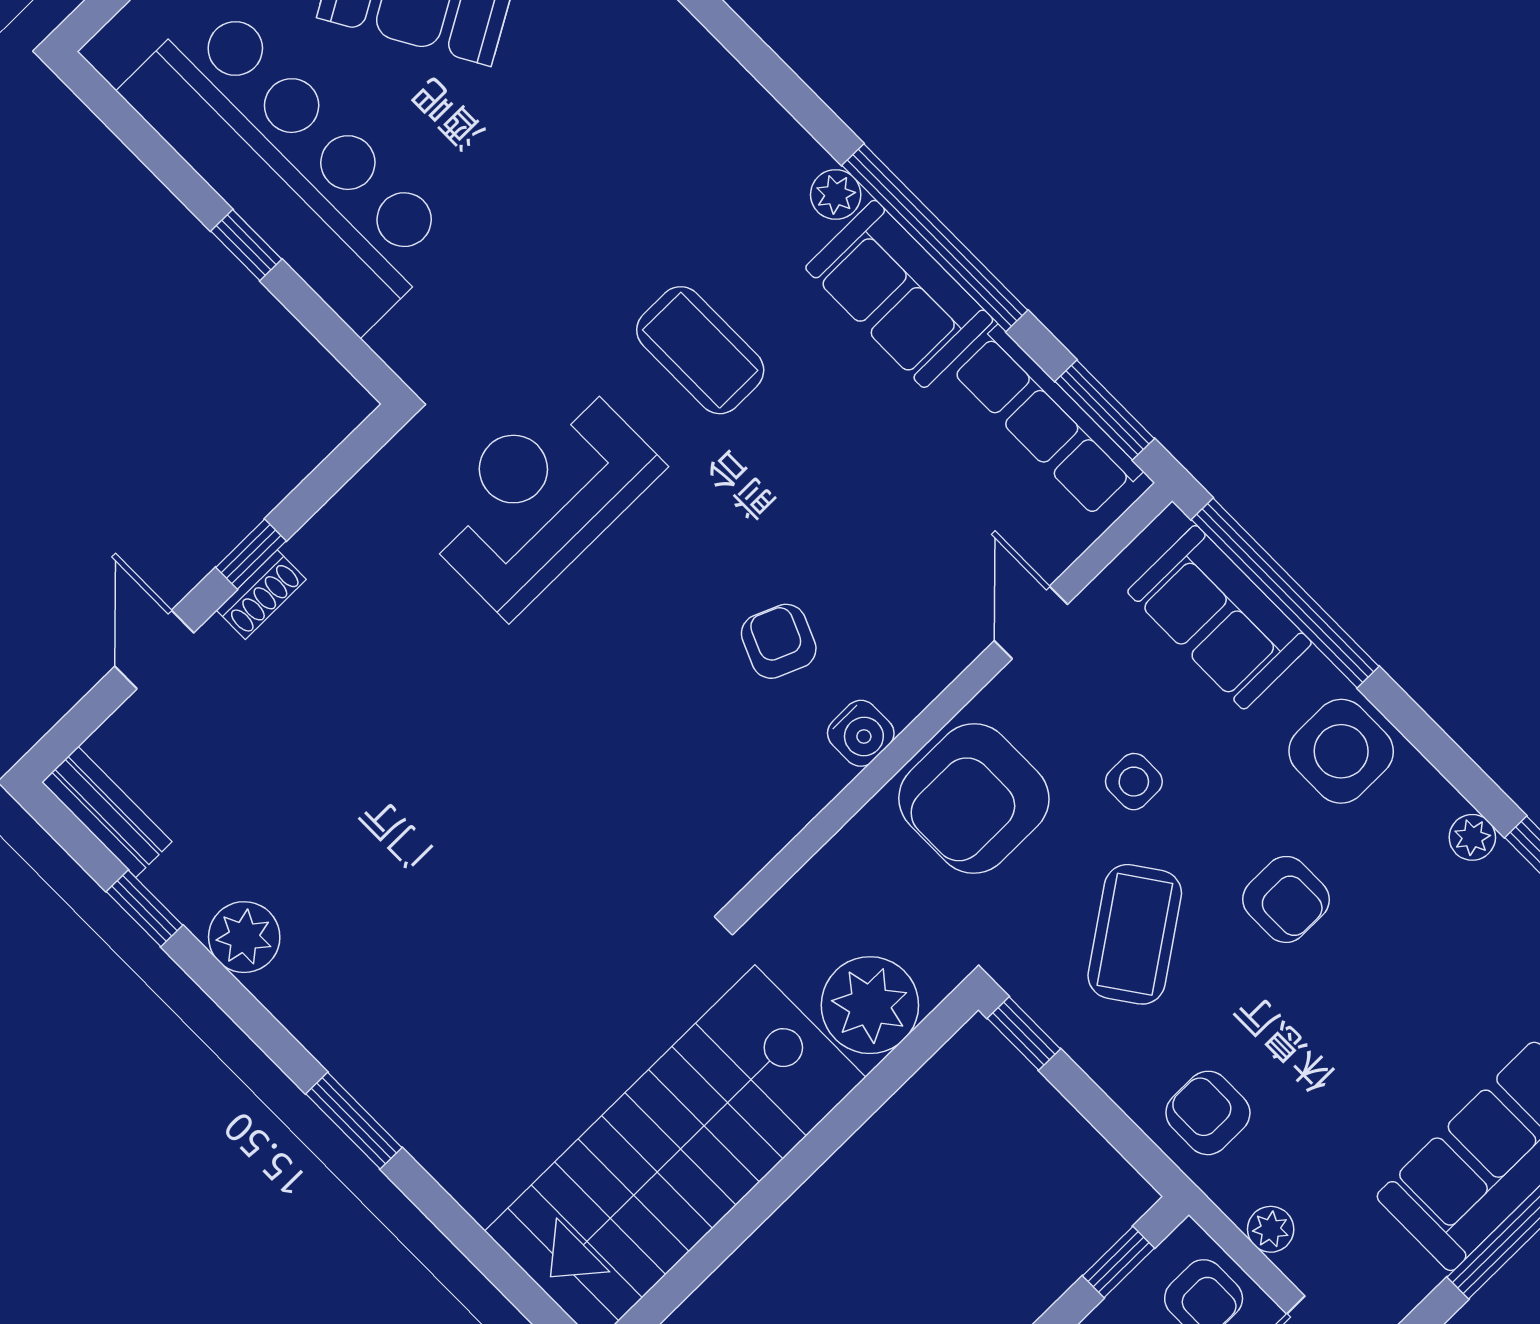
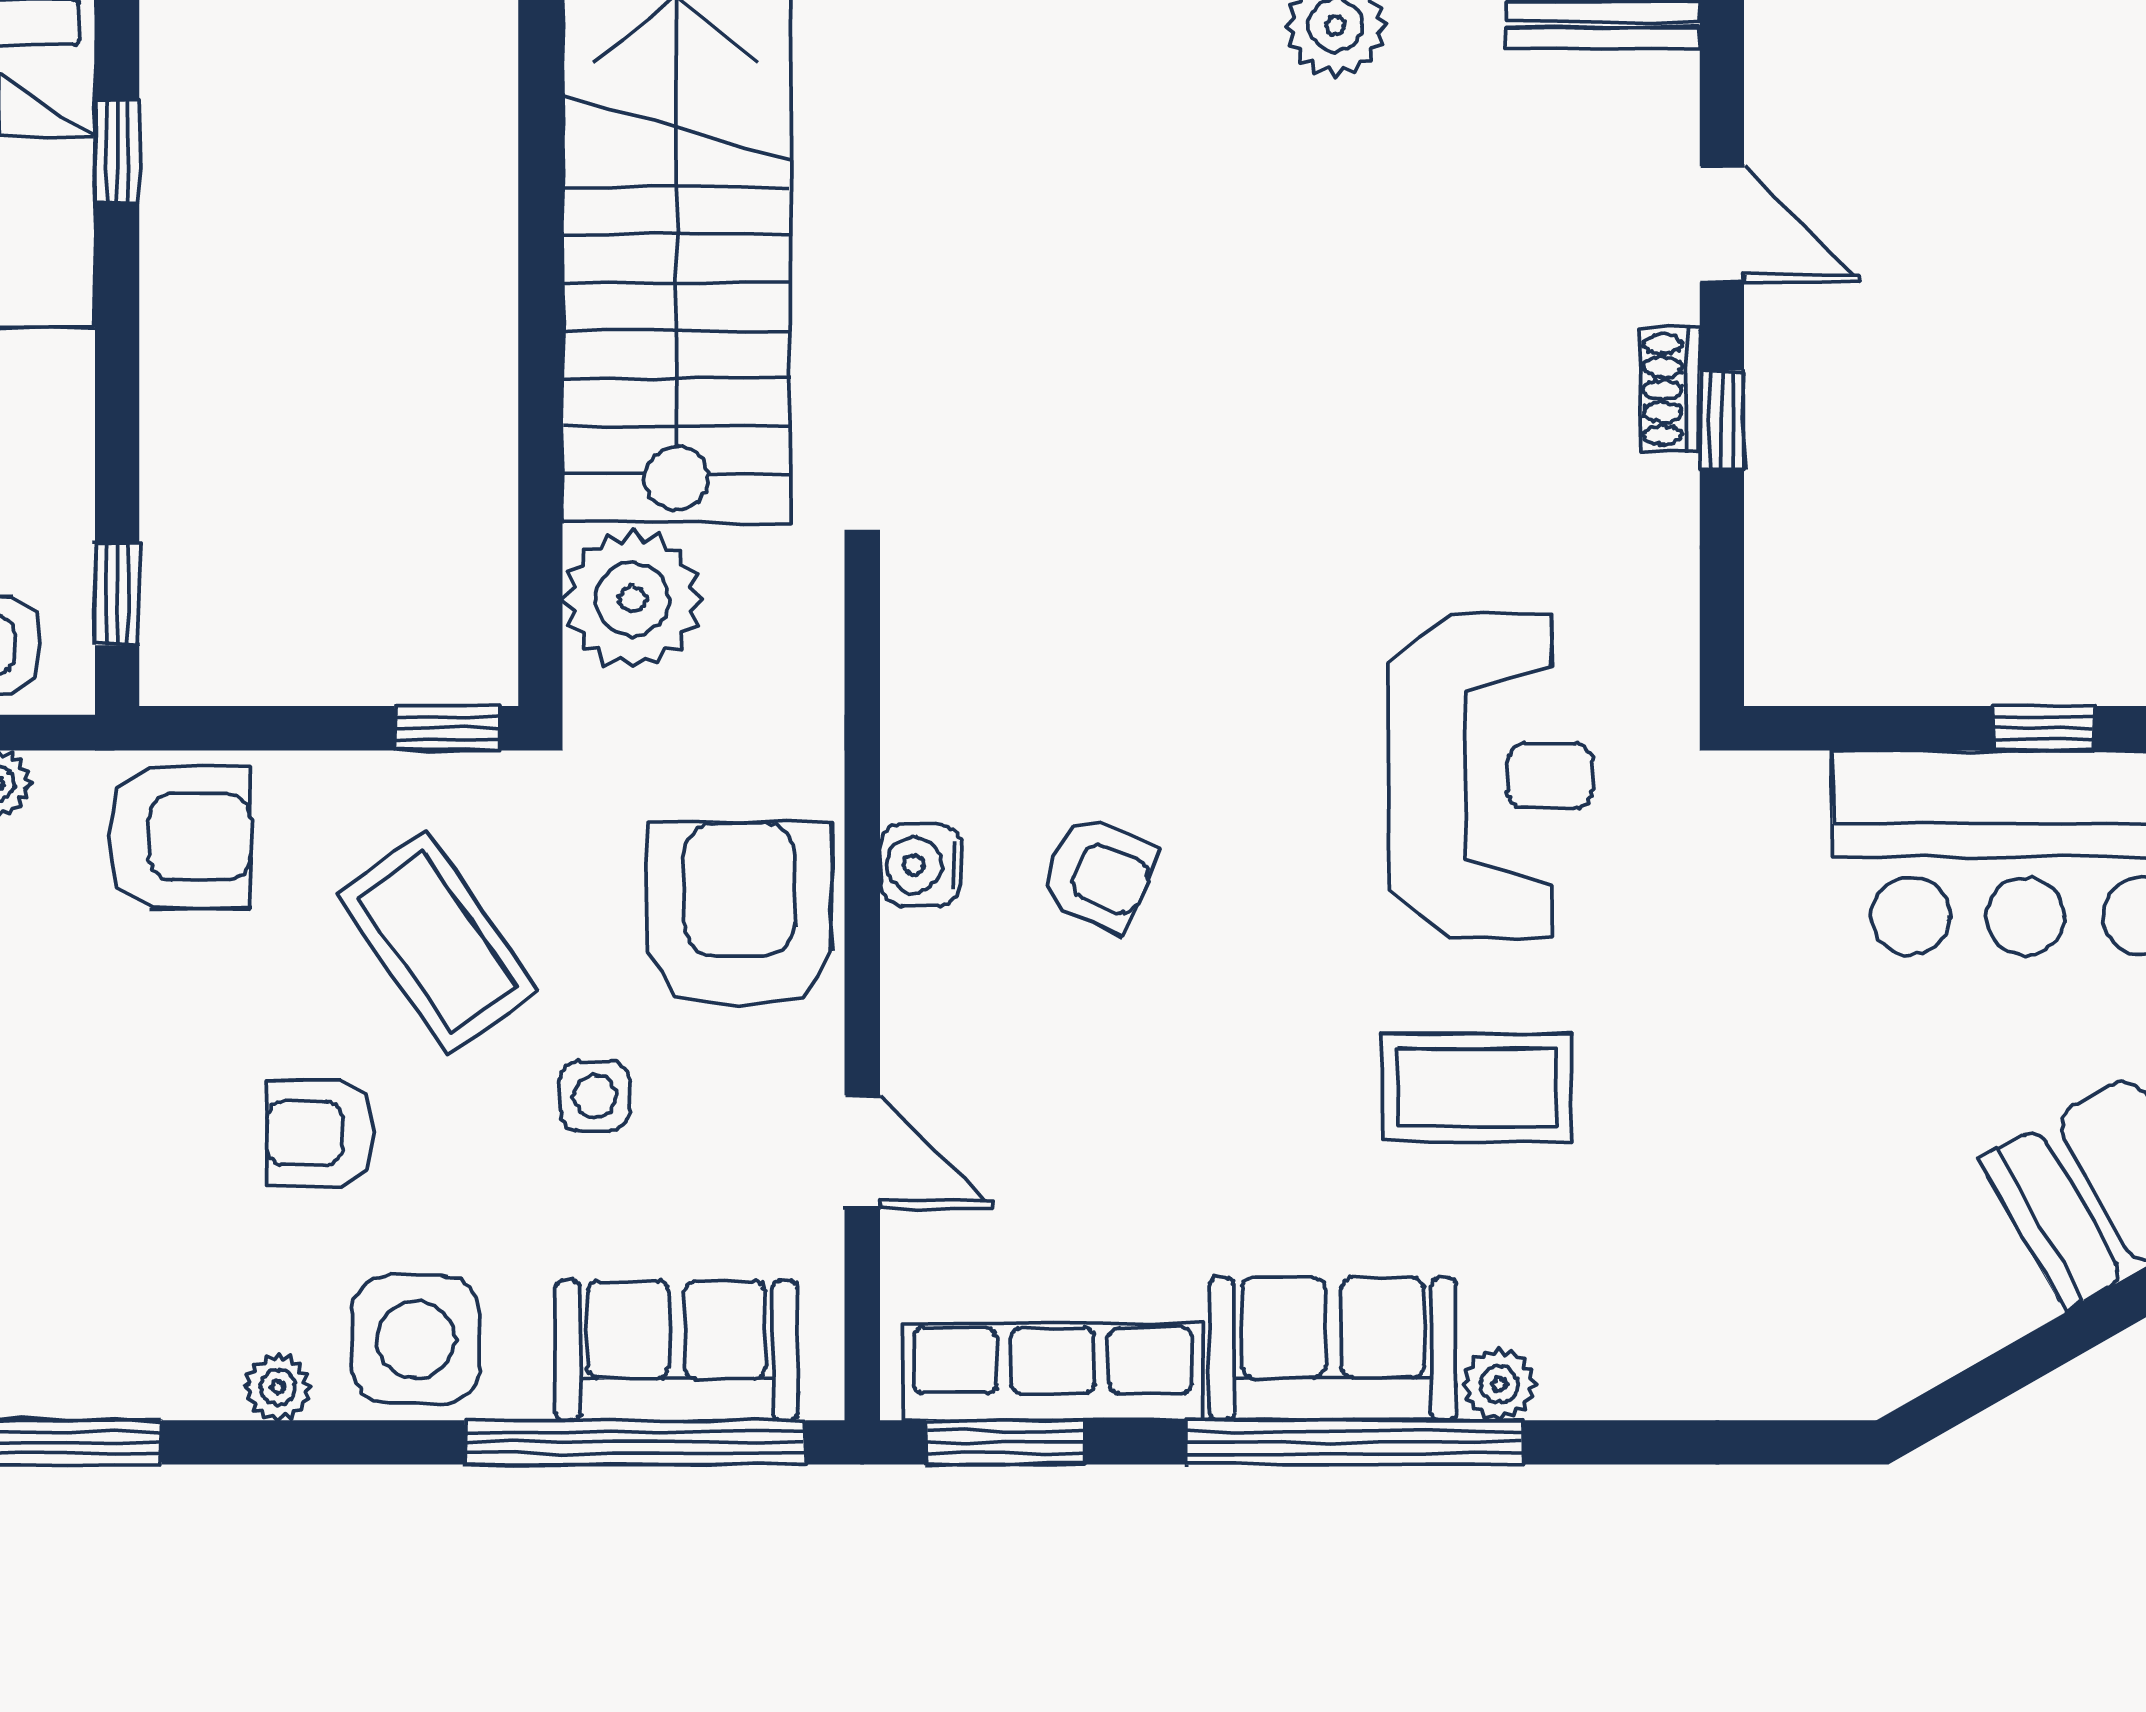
plant: (1472, 837) -> (278, 1387), moved
armchair: (1208, 1113) -> (180, 837), width x1.38, depth x1.38

